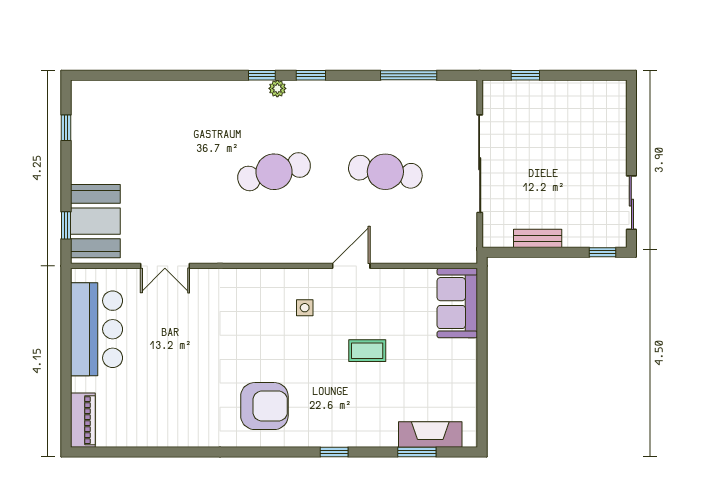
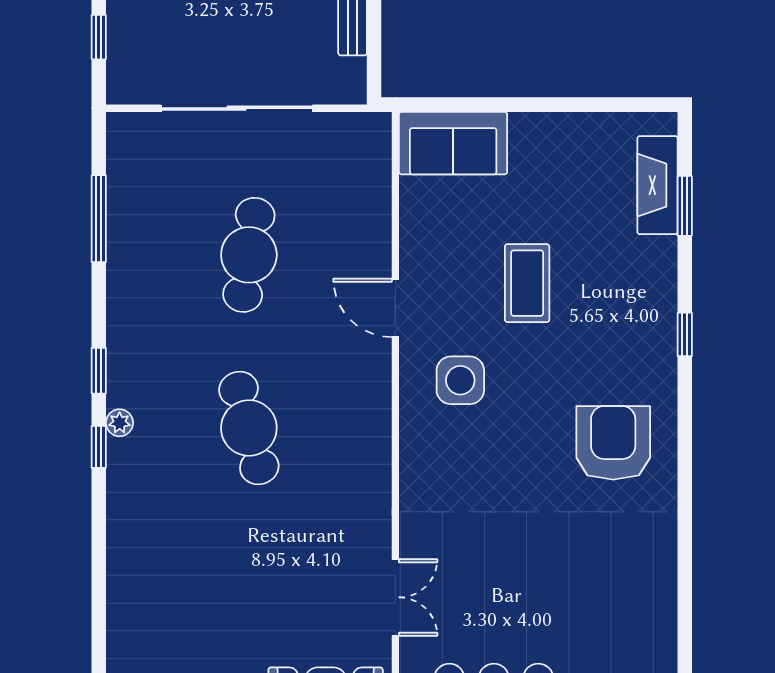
side table: (305, 308) -> (460, 380), width x1.87, depth x1.87
coffee table: (367, 351) -> (527, 283), width x1.36, depth x1.30

